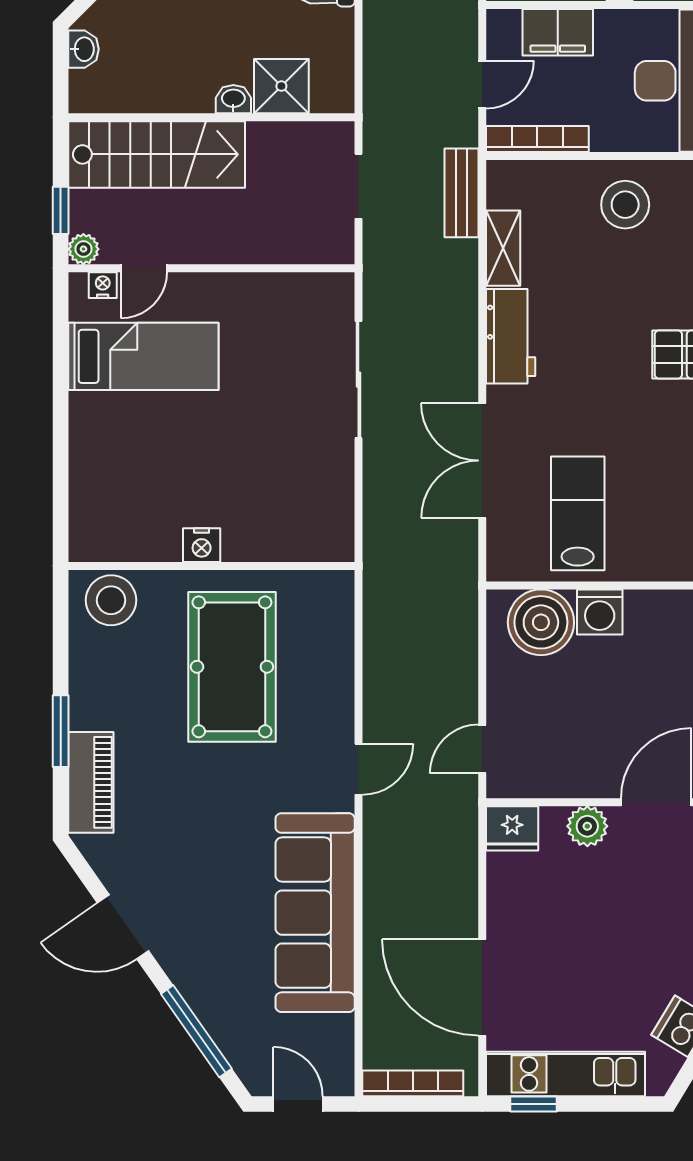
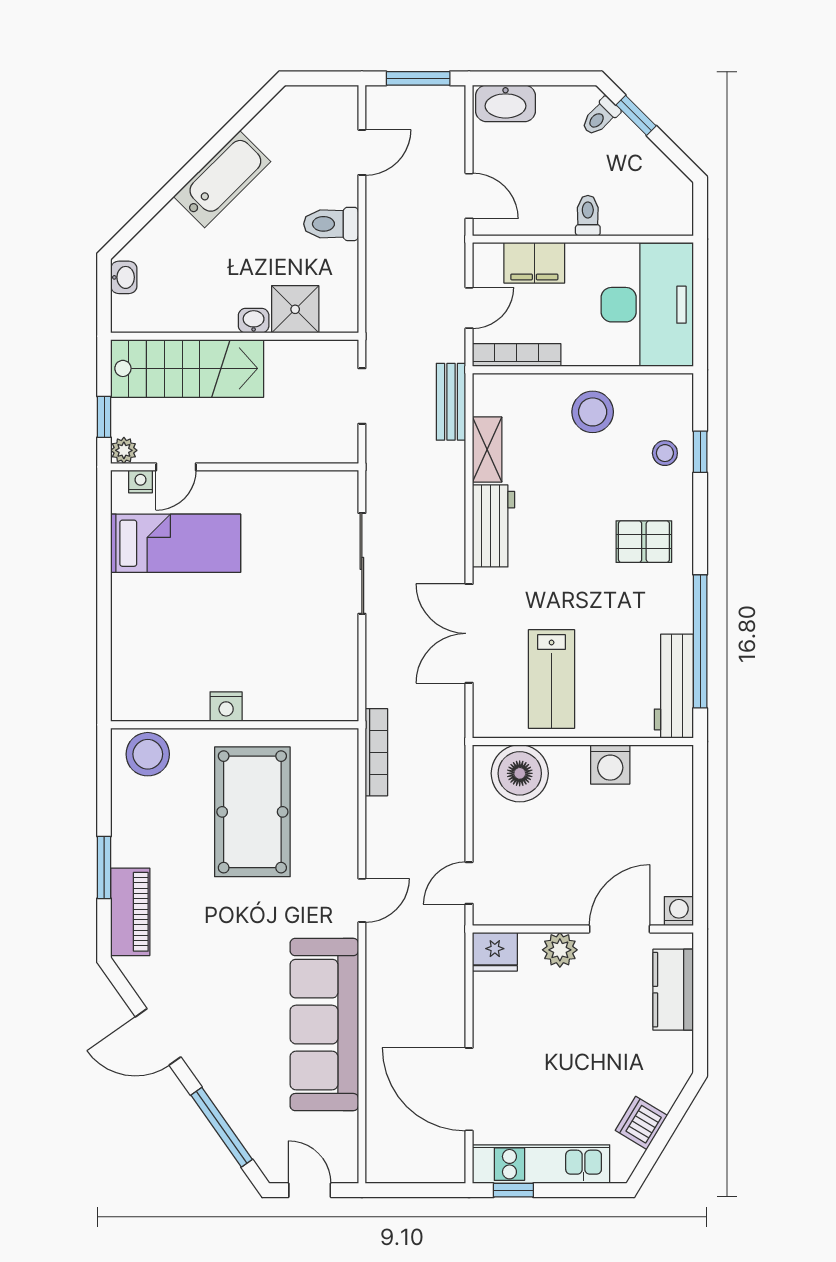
lab bench: (578, 513) -> (552, 679), turned 180
washing machine: (600, 612) -> (610, 764), moved
bookcase: (413, 1083) -> (376, 752), moved, turned 90

